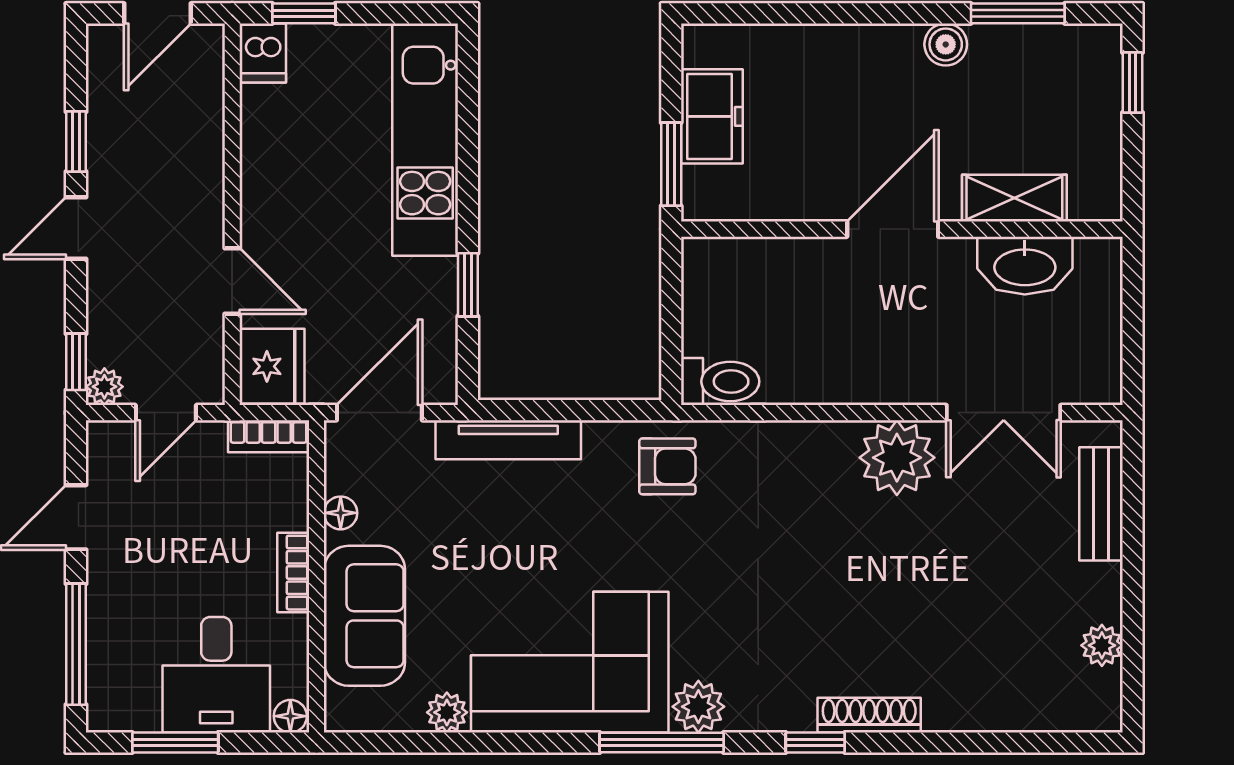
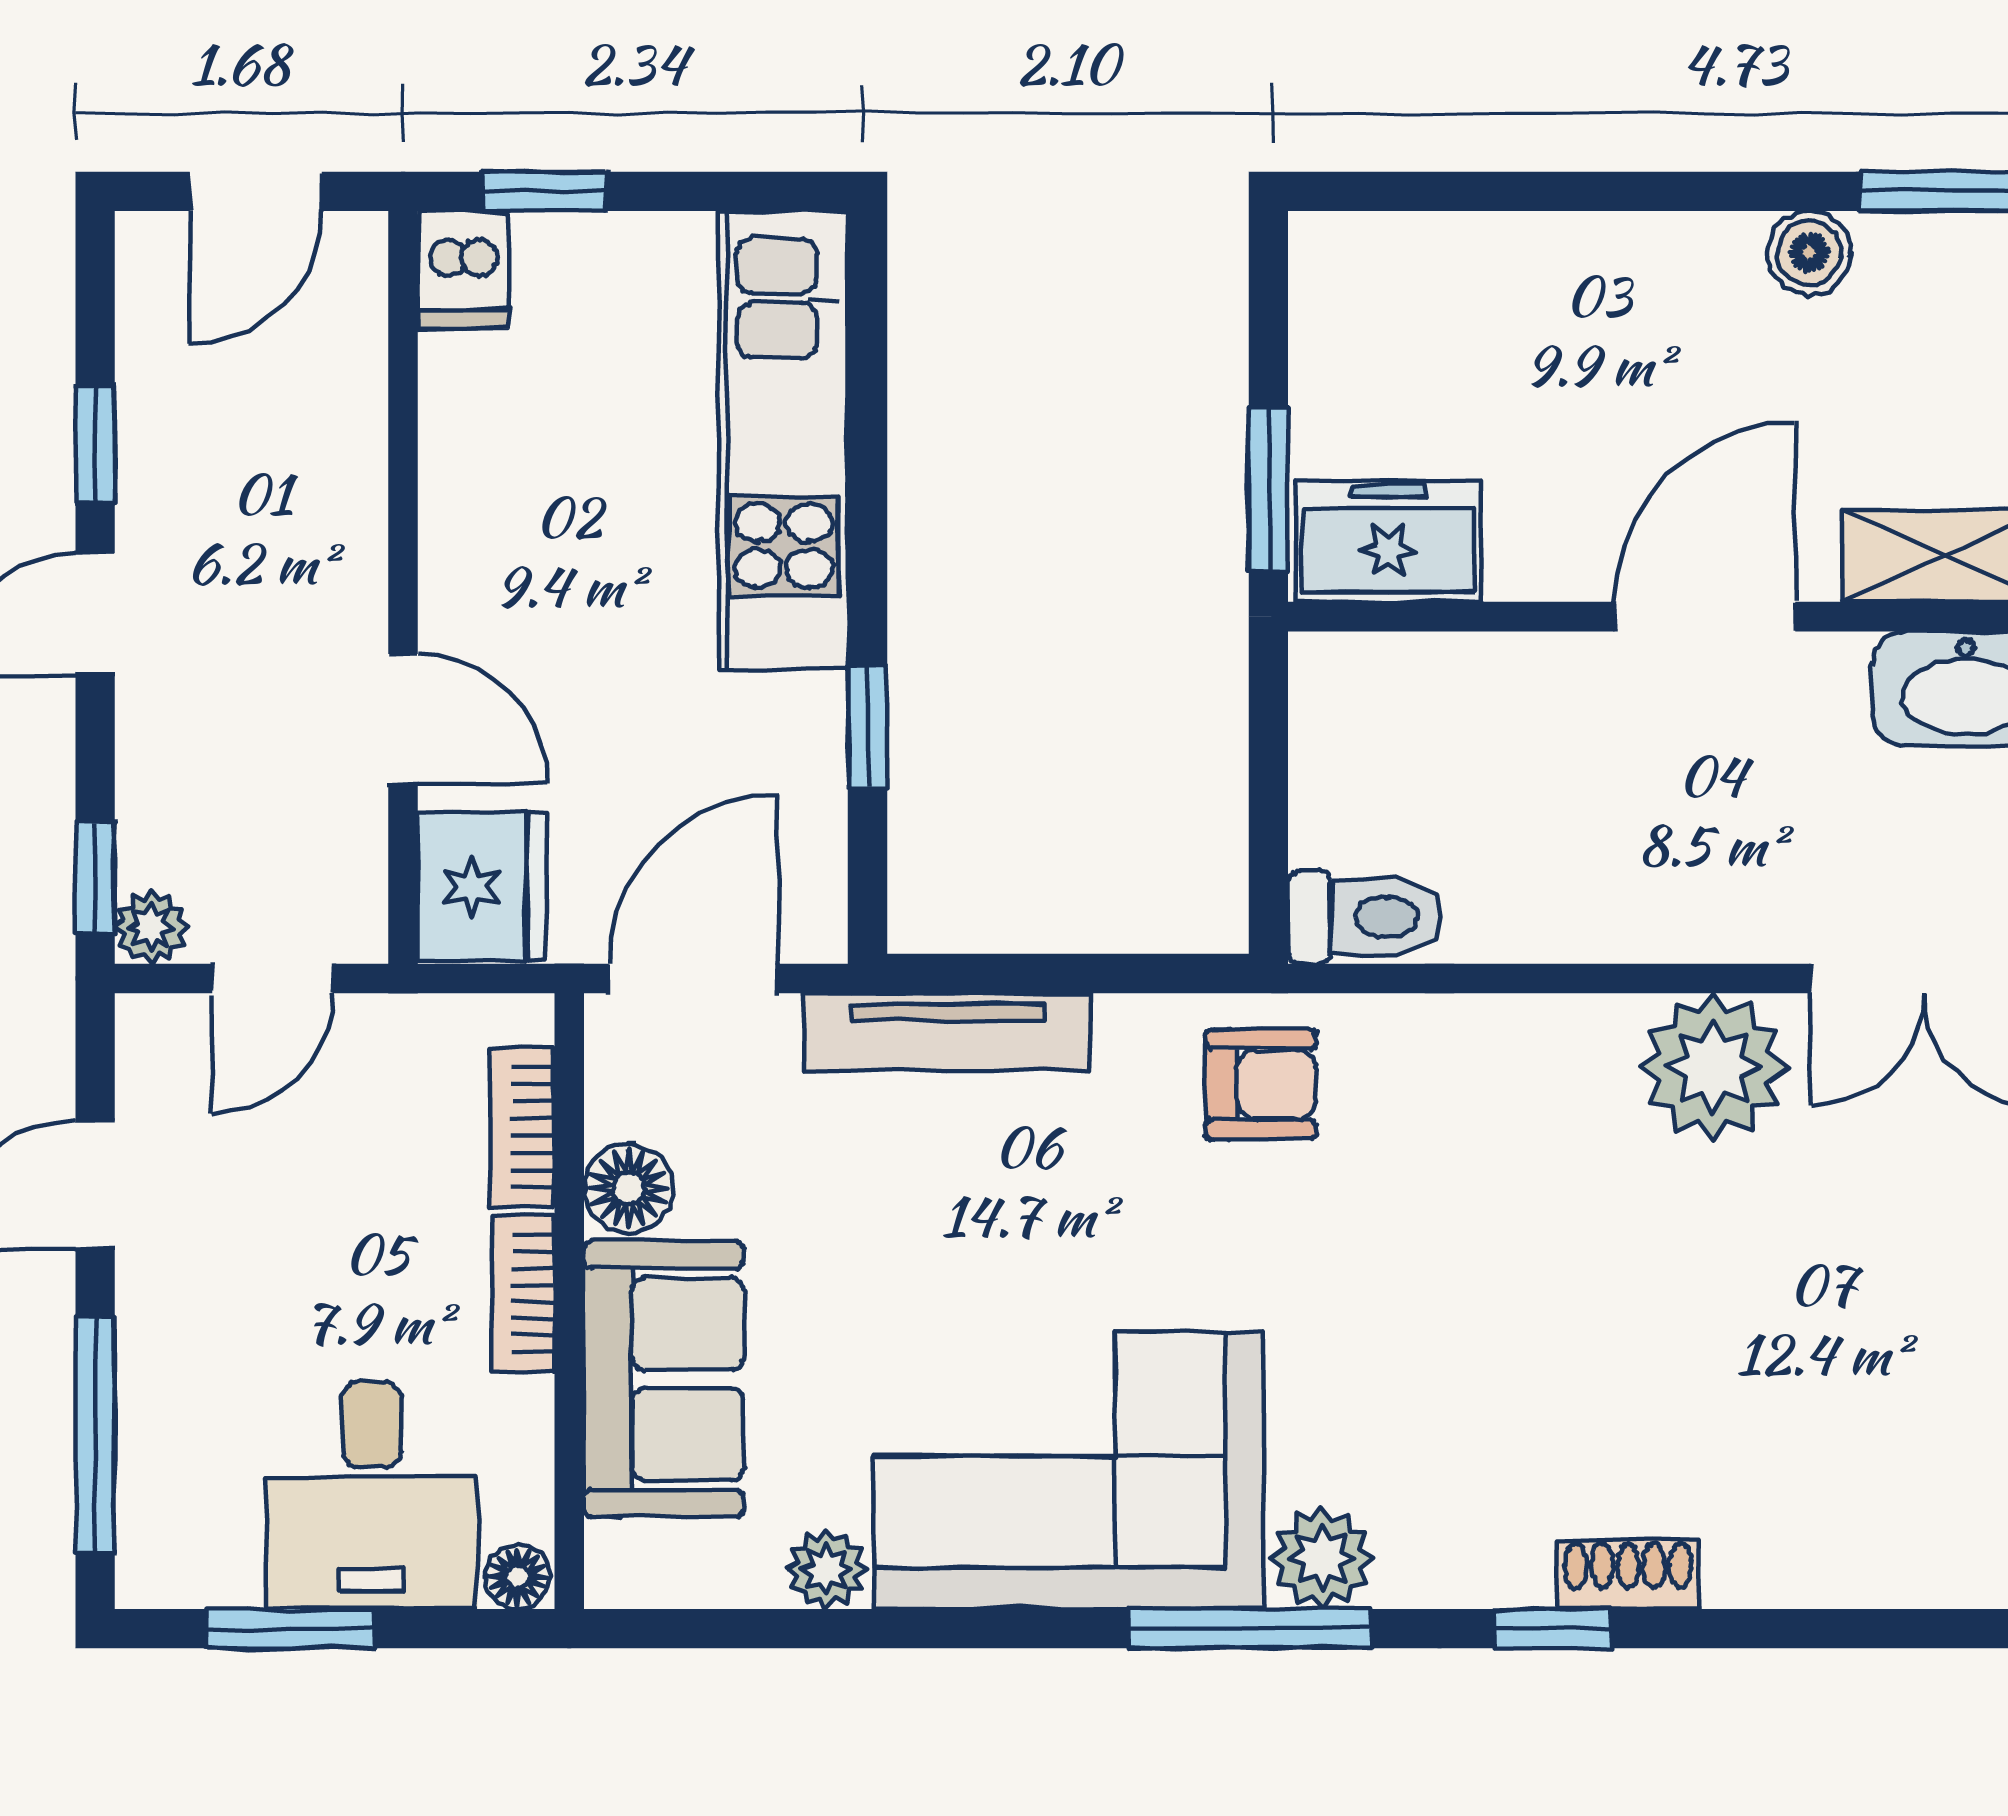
freezer: (712, 116) -> (1389, 541), moved, turned -90
bookcase: (269, 436) -> (523, 1127), moved, turned 90
floor lamp: (341, 513) -> (629, 1188), width x1.37, depth x1.37
shoe rack: (869, 715) -> (1628, 1575), width x0.70

